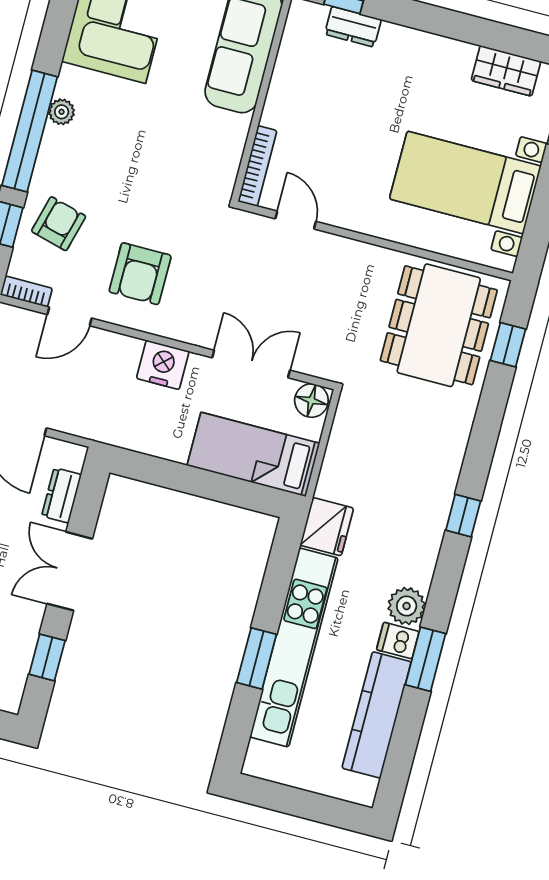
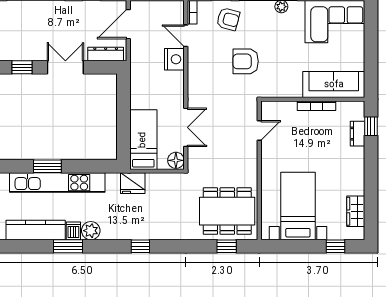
bookcase: (257, 166) -> (316, 106), moved
armchair: (140, 274) -> (246, 61), moved
nightstand: (163, 365) -> (174, 59), moved
dresser: (61, 495) -> (106, 54), width x1.44
fridge: (327, 527) -> (133, 183), moved

